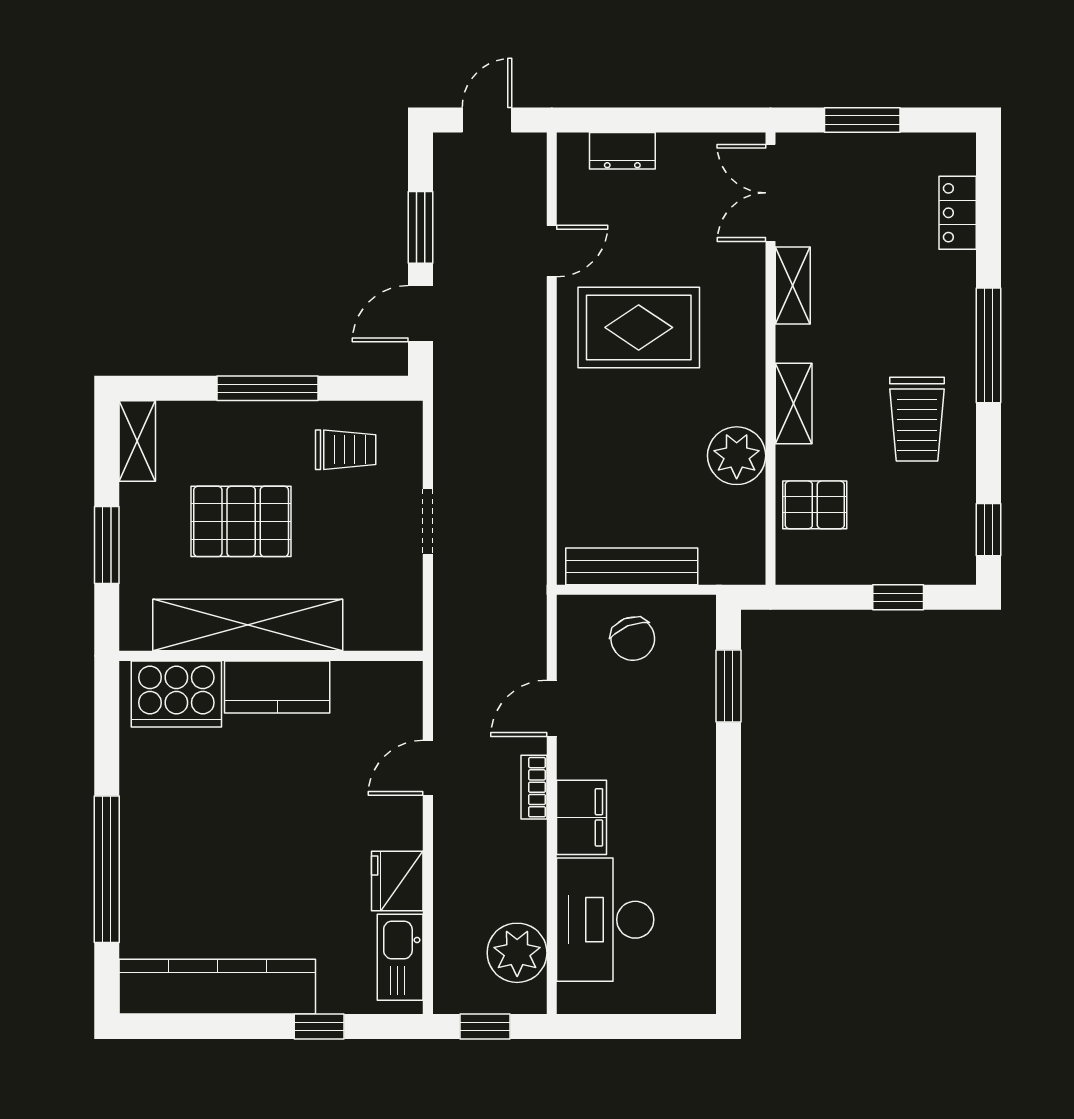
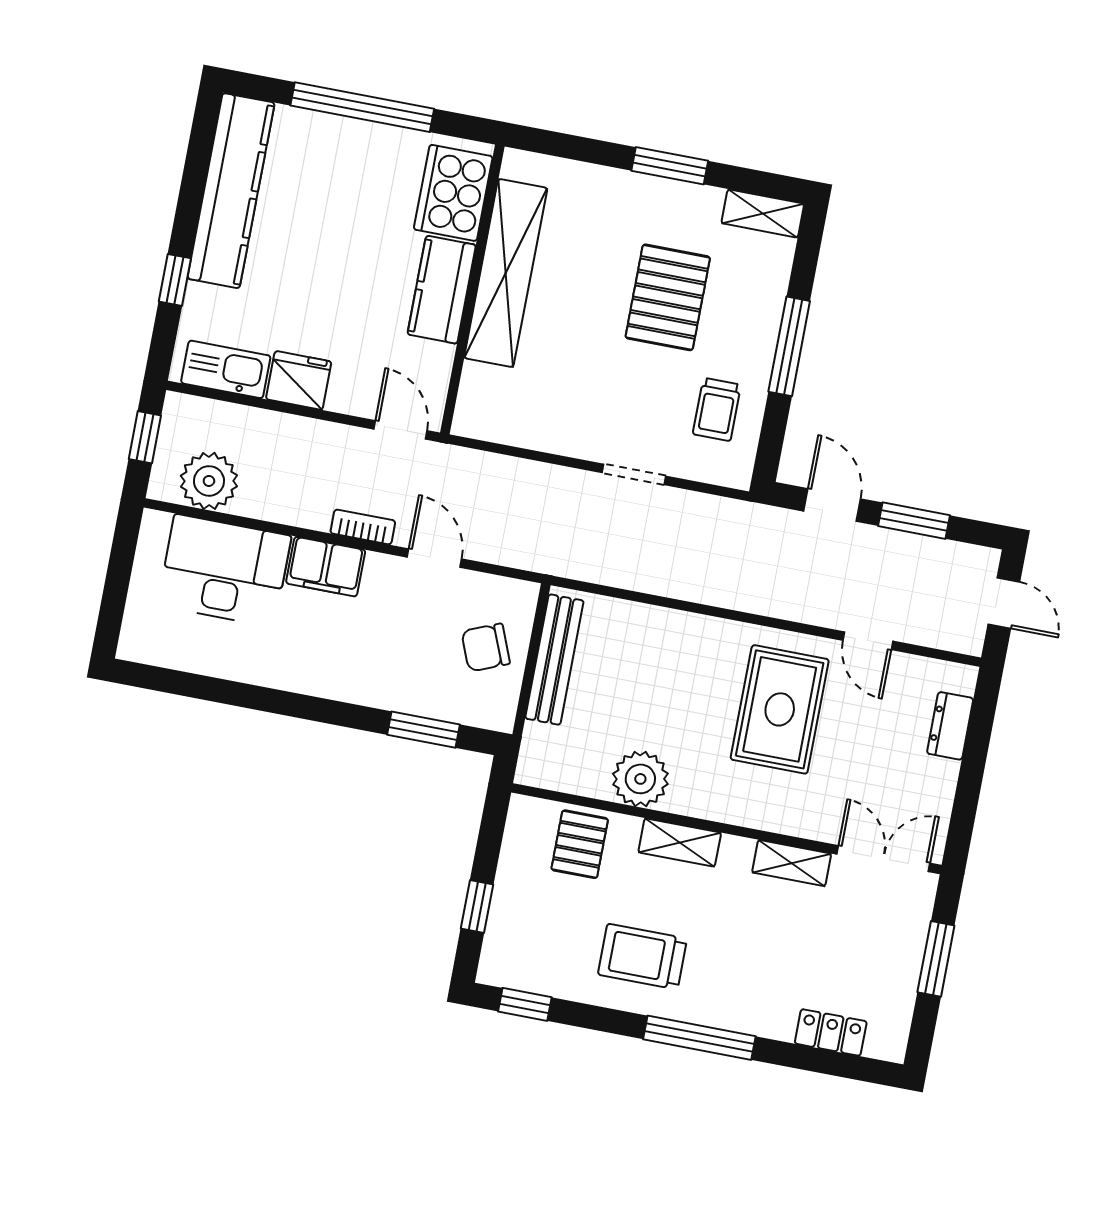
shelving: (248, 625) -> (506, 273), moved
wall: (271, 656) -> (472, 289), moved
kitchen counter: (277, 687) -> (442, 290), moved
cooker: (176, 694) -> (453, 193), moved

